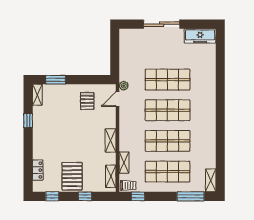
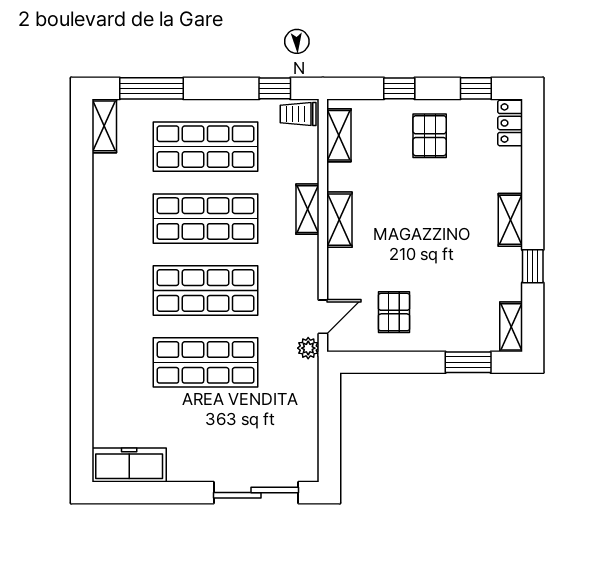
sliding door: (162, 24) -> (256, 493), moved
shelving: (38, 140) -> (510, 220), added
shelving: (124, 163) -> (308, 209), moved
locker: (38, 170) -> (510, 123), moved
pallet: (72, 176) -> (430, 136), width x0.67, depth x0.71

